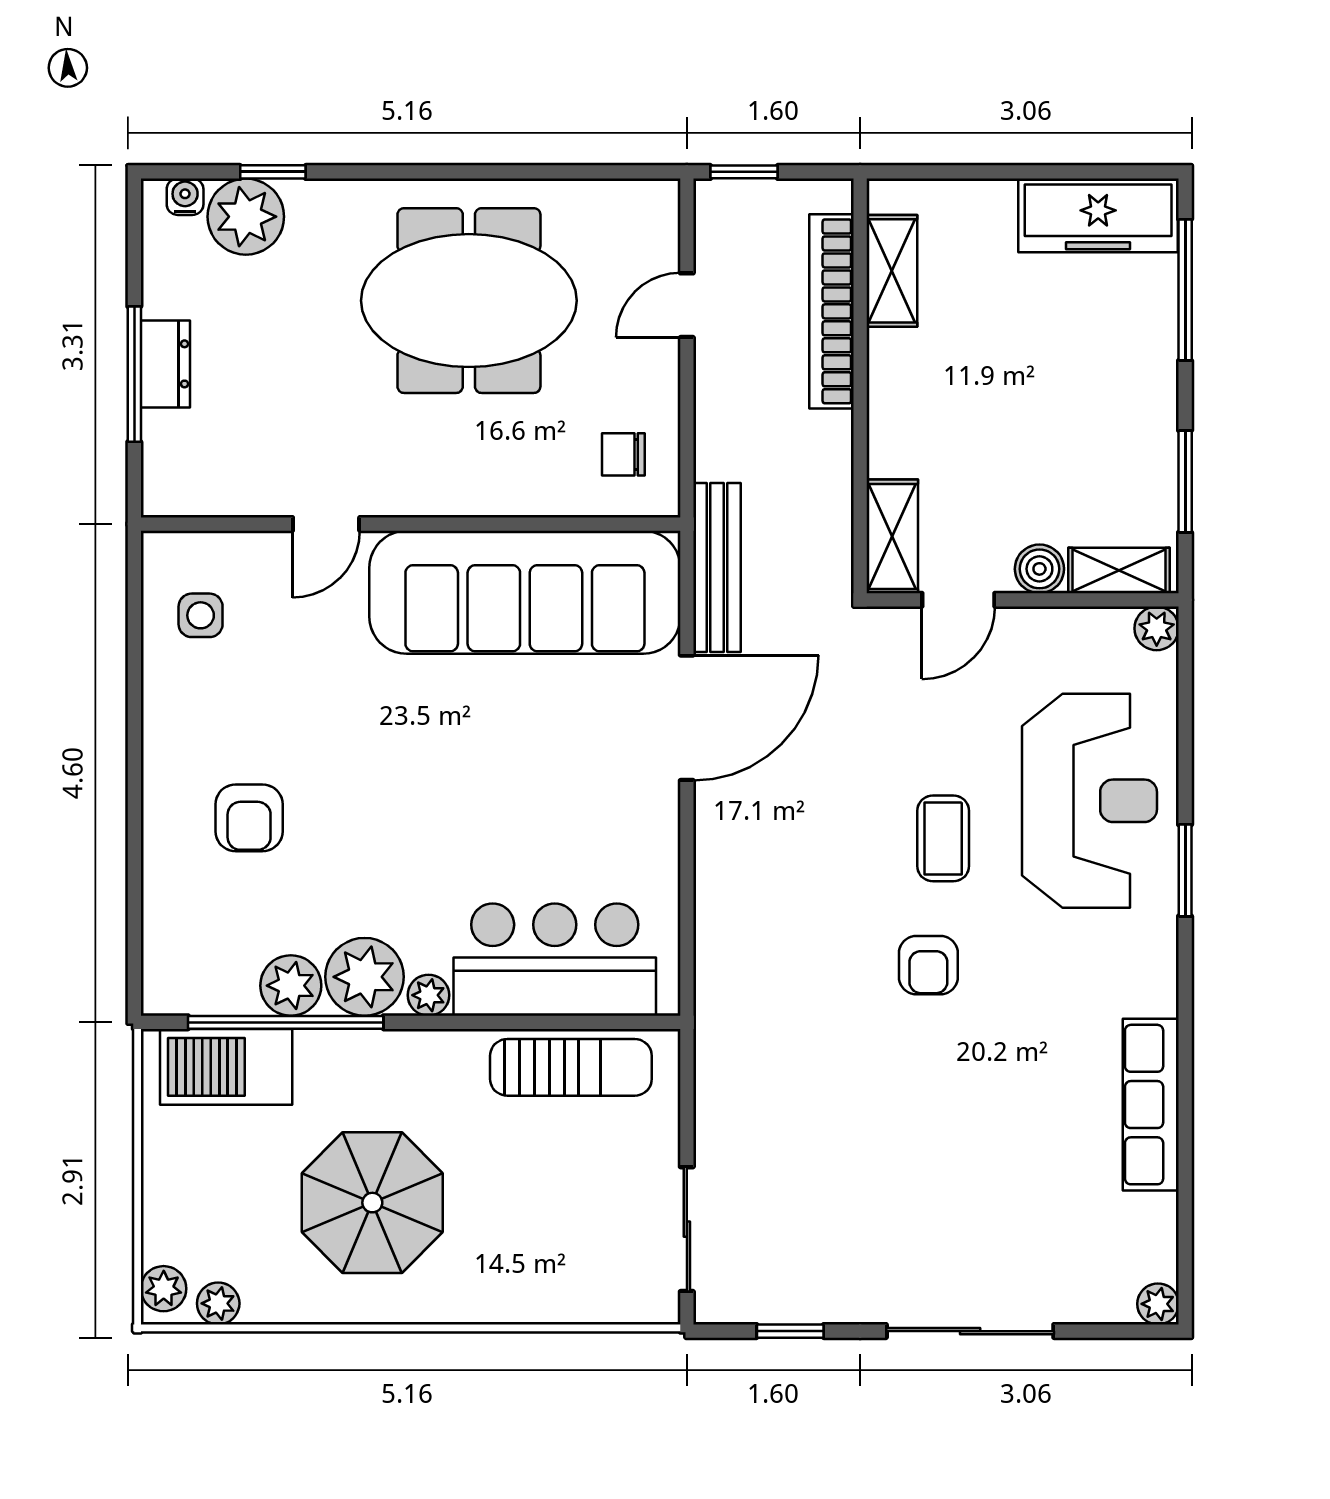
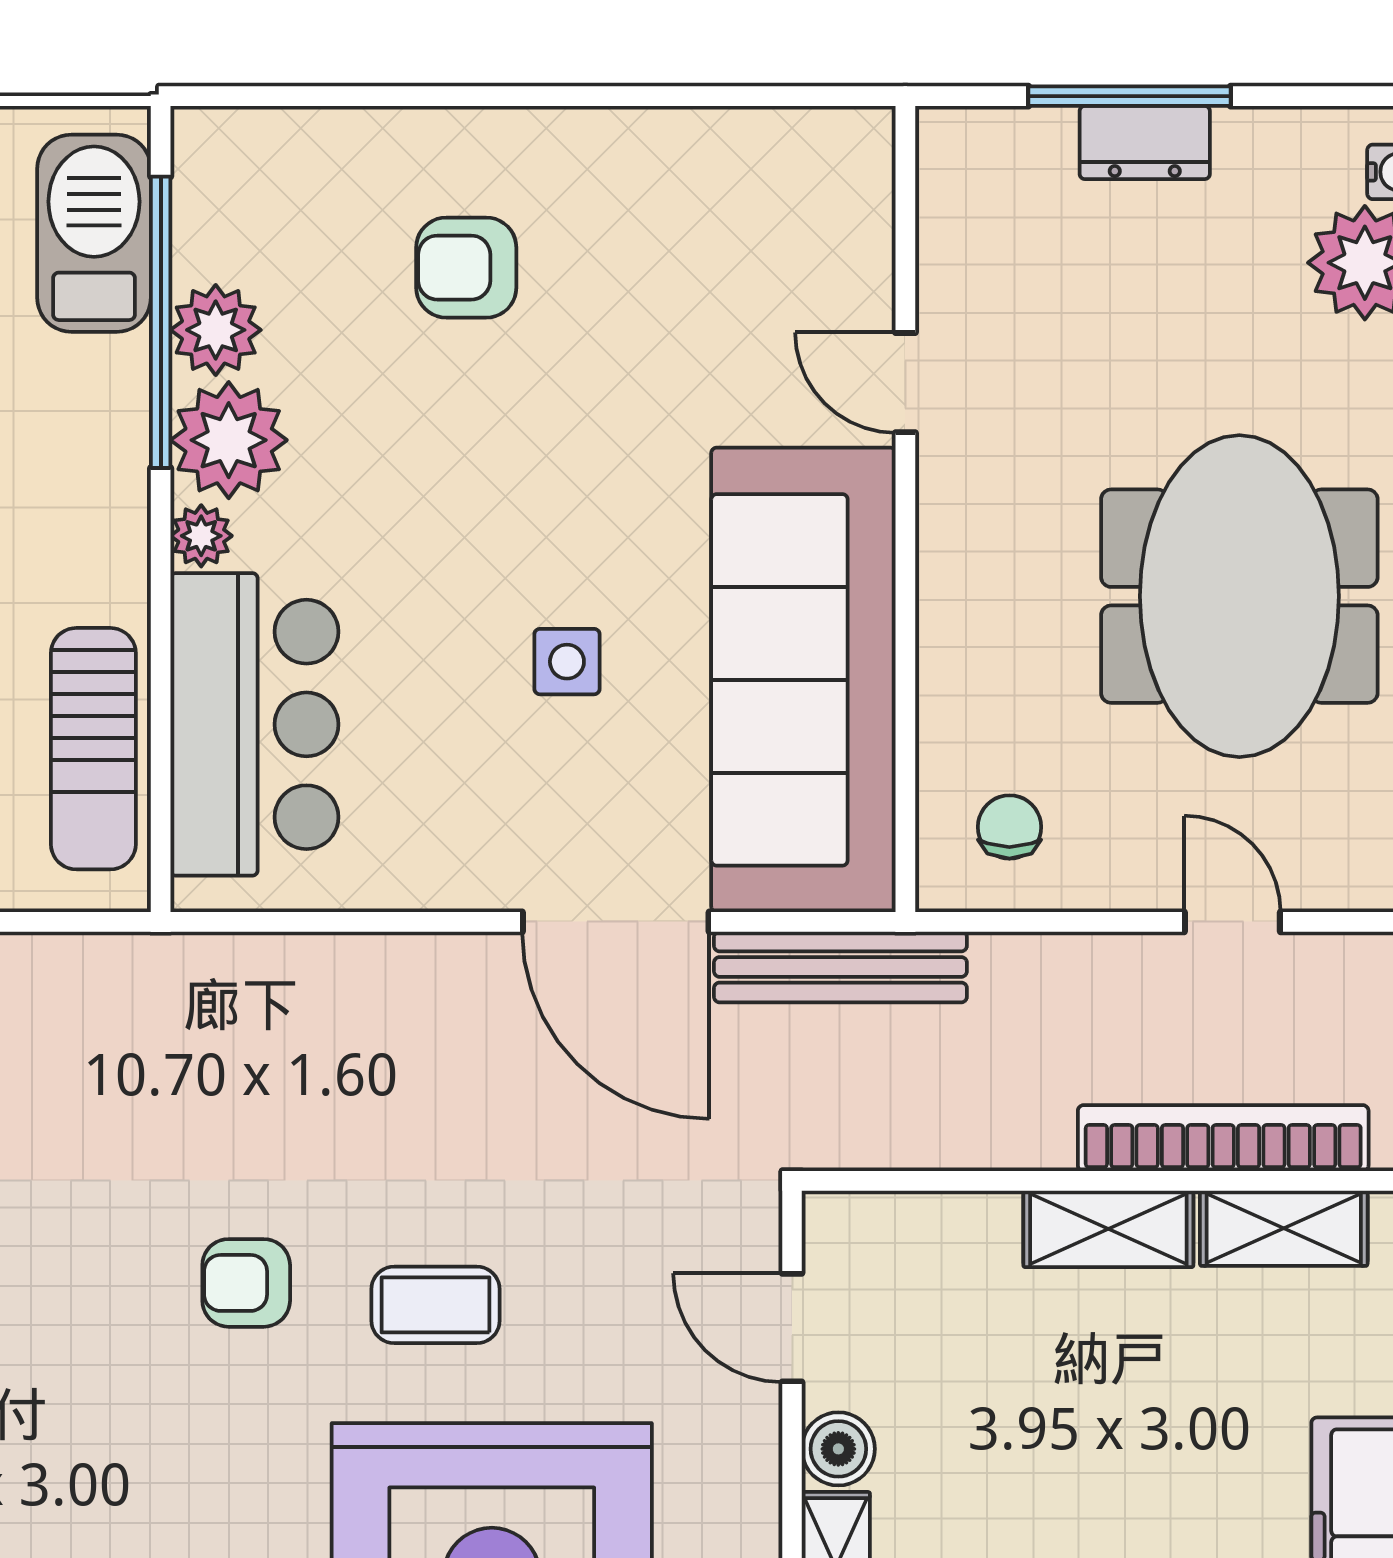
shelving: (892, 536) -> (1108, 1229), moved
side table: (201, 615) -> (567, 662), moved

